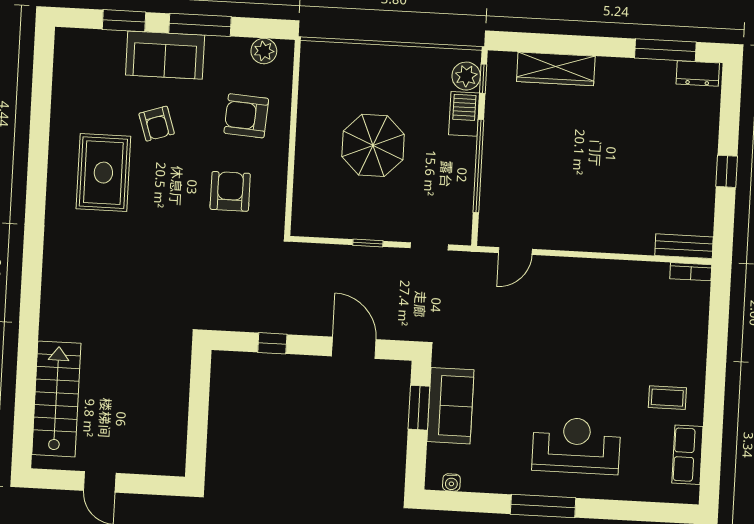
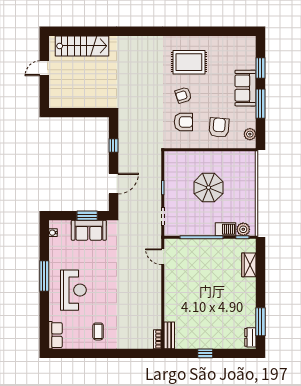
wardrobe: (556, 69) -> (249, 265), width x0.67
armchair: (157, 124) -> (183, 95), moved
row of seats: (687, 455) -> (55, 335), moved, turned 90

